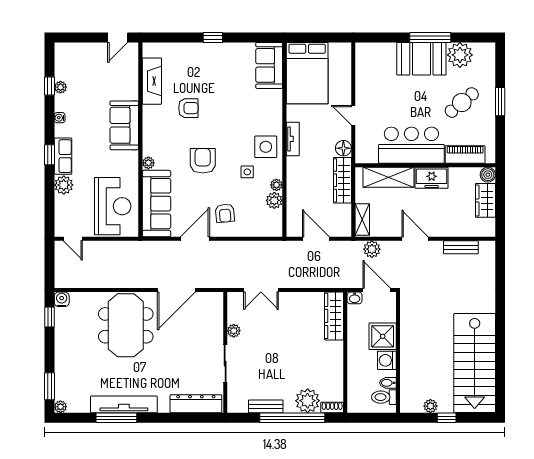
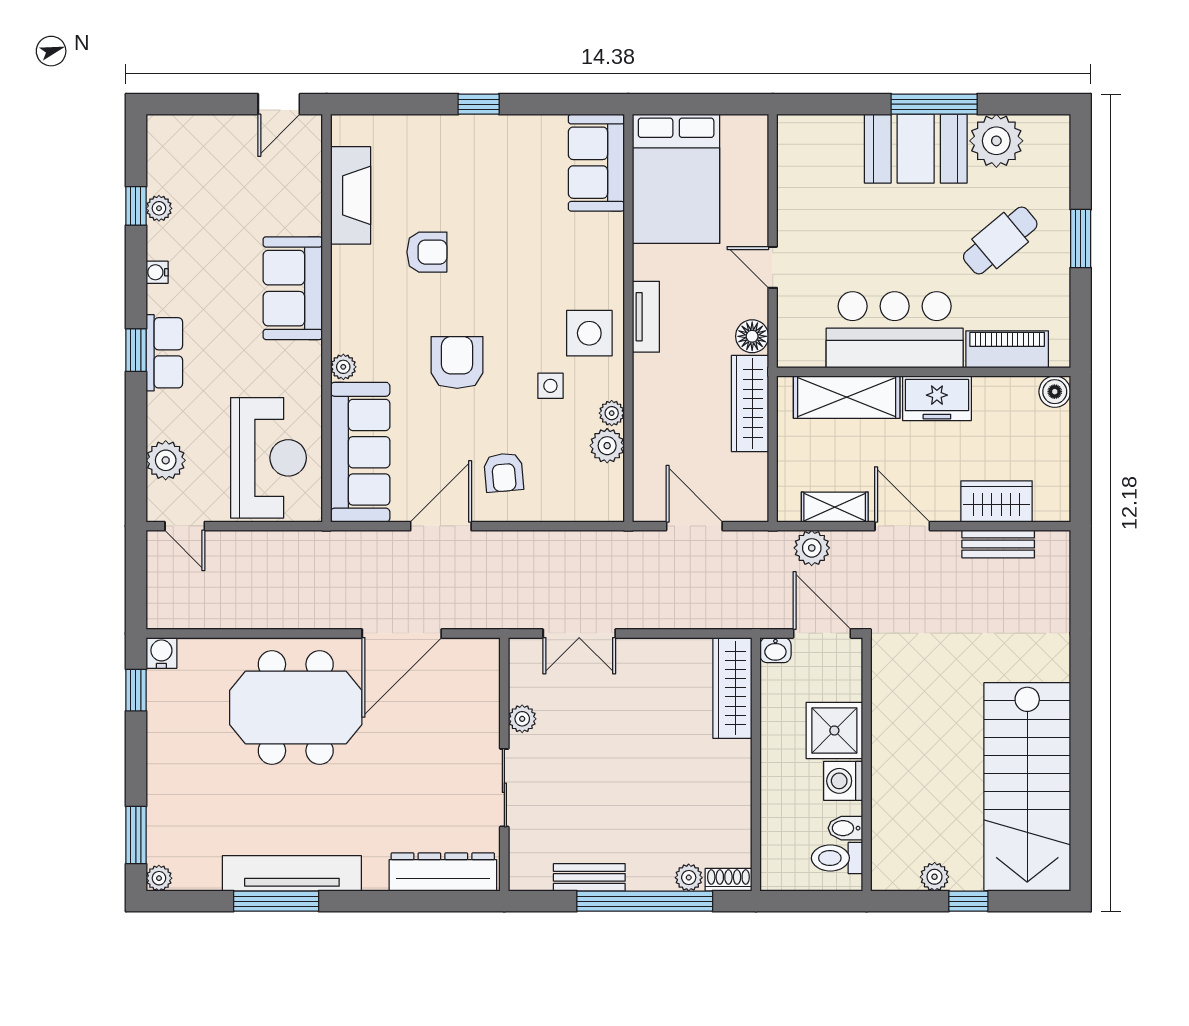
plant: (64, 185) -> (166, 460), moved
wardrobe: (485, 200) -> (997, 501), moved, turned 90
shelving: (362, 220) -> (835, 507), moved, turned 90
meeting table: (126, 325) -> (296, 708), turned 90
plant: (308, 401) -> (689, 878), width x0.53, depth x0.53

